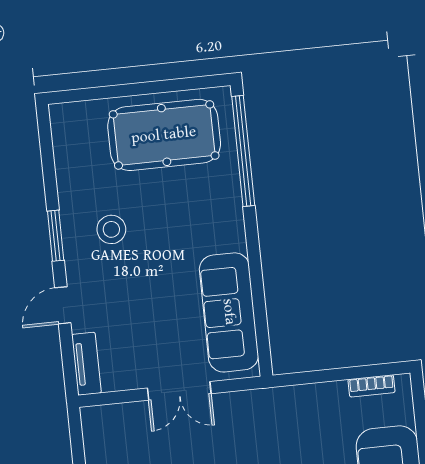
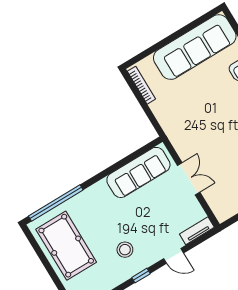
window: (56, 236) -> (141, 276), width x0.67
bookcase: (371, 386) -> (141, 85), width x1.56

